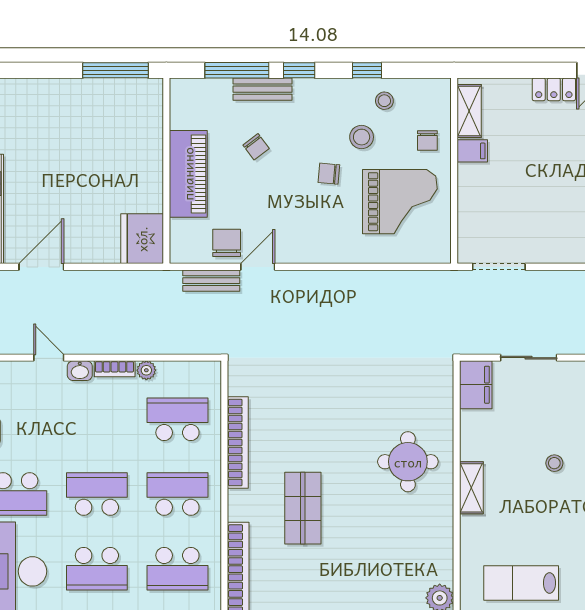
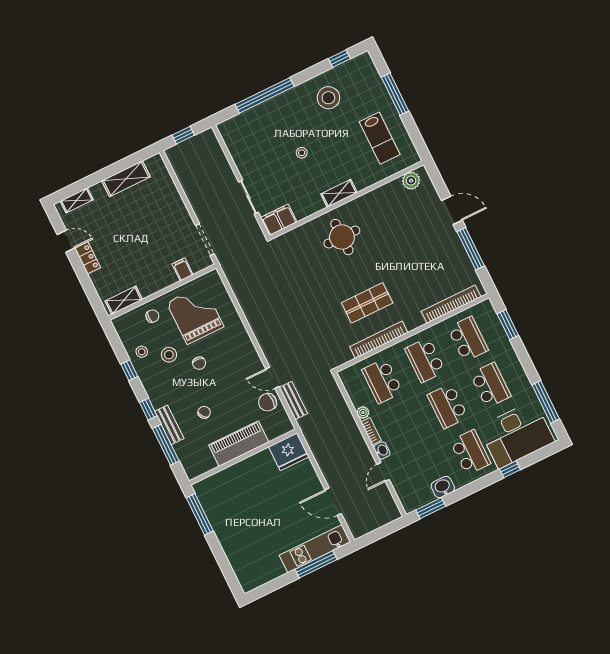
filing cabinet: (472, 151) -> (183, 269), moved
shop shelf: (303, 508) -> (367, 303), moved

